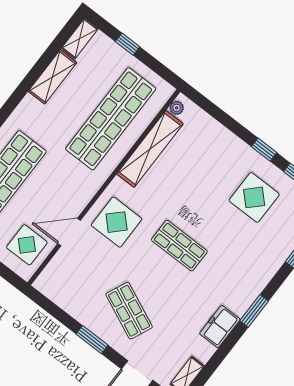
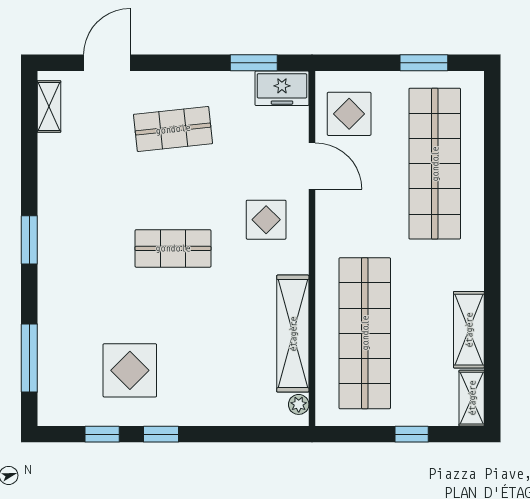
display table: (117, 222) -> (266, 220), width x0.73, depth x0.73
door: (69, 232) -> (312, 166), hinge flipped
shop shelf: (129, 311) -> (173, 129), turned -30
freezer: (220, 326) -> (282, 88), moved, turned 90
window: (92, 340) -> (254, 63), moved

